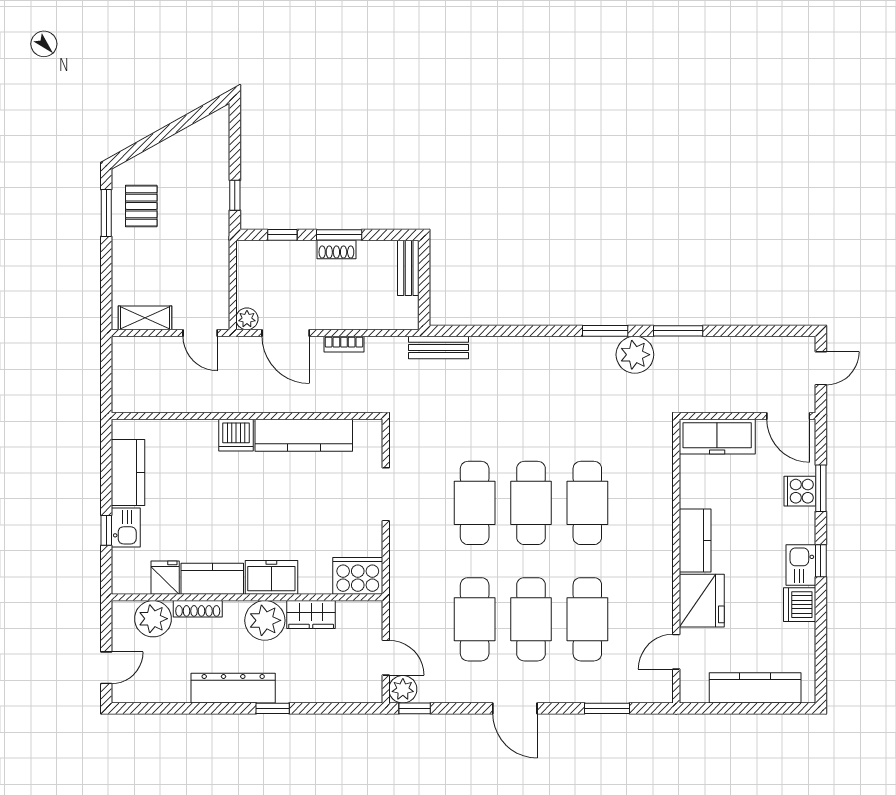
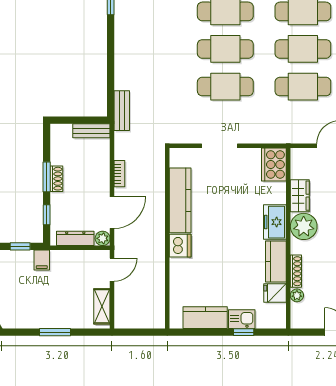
pallet: (141, 206) -> (27, 309), removed
window: (106, 213) -> (55, 332), moved
filing cabinet: (215, 228) -> (42, 260), added
bench: (408, 268) -> (91, 131), moved
dresser: (247, 278) -> (75, 238), added
plant: (153, 619) -> (297, 295), width x0.53, depth x0.53

